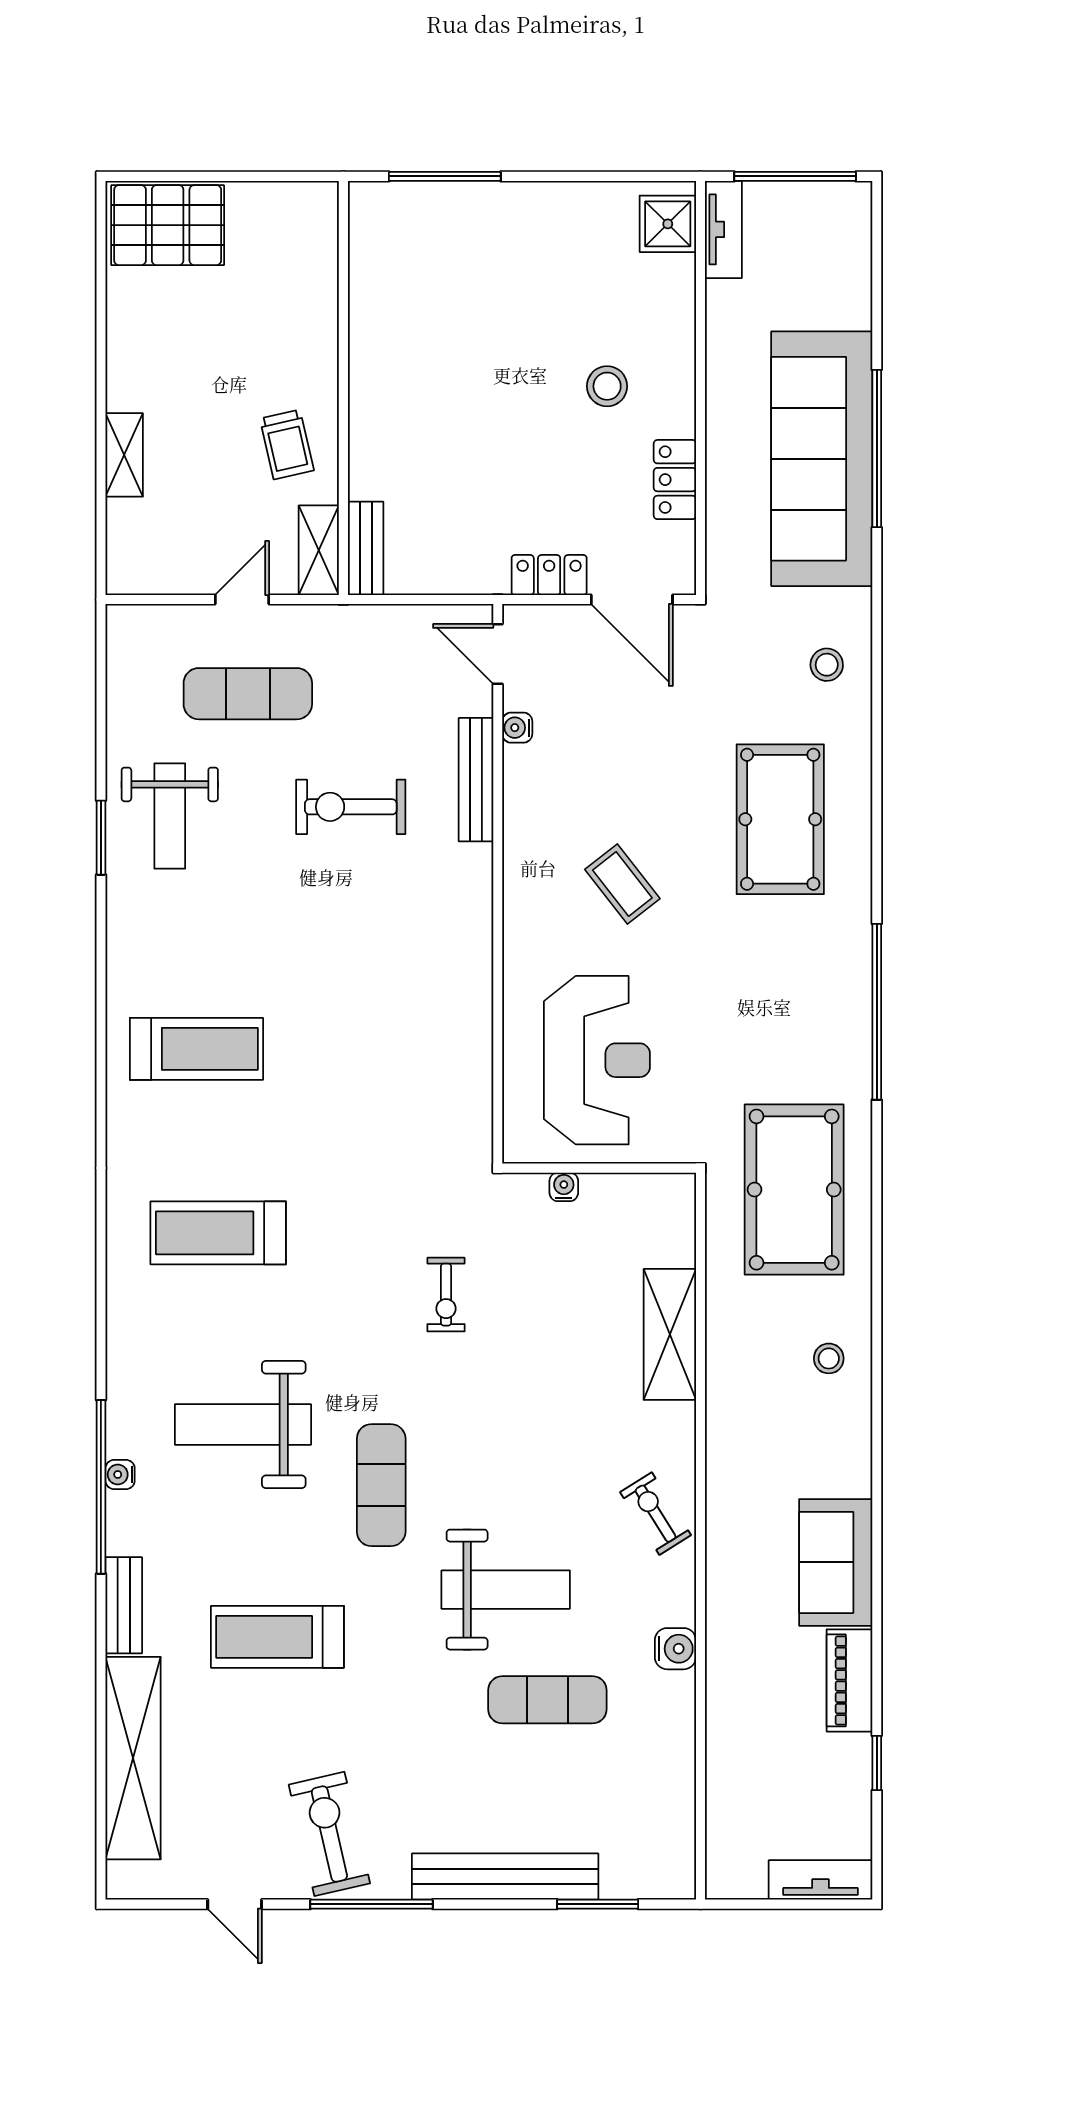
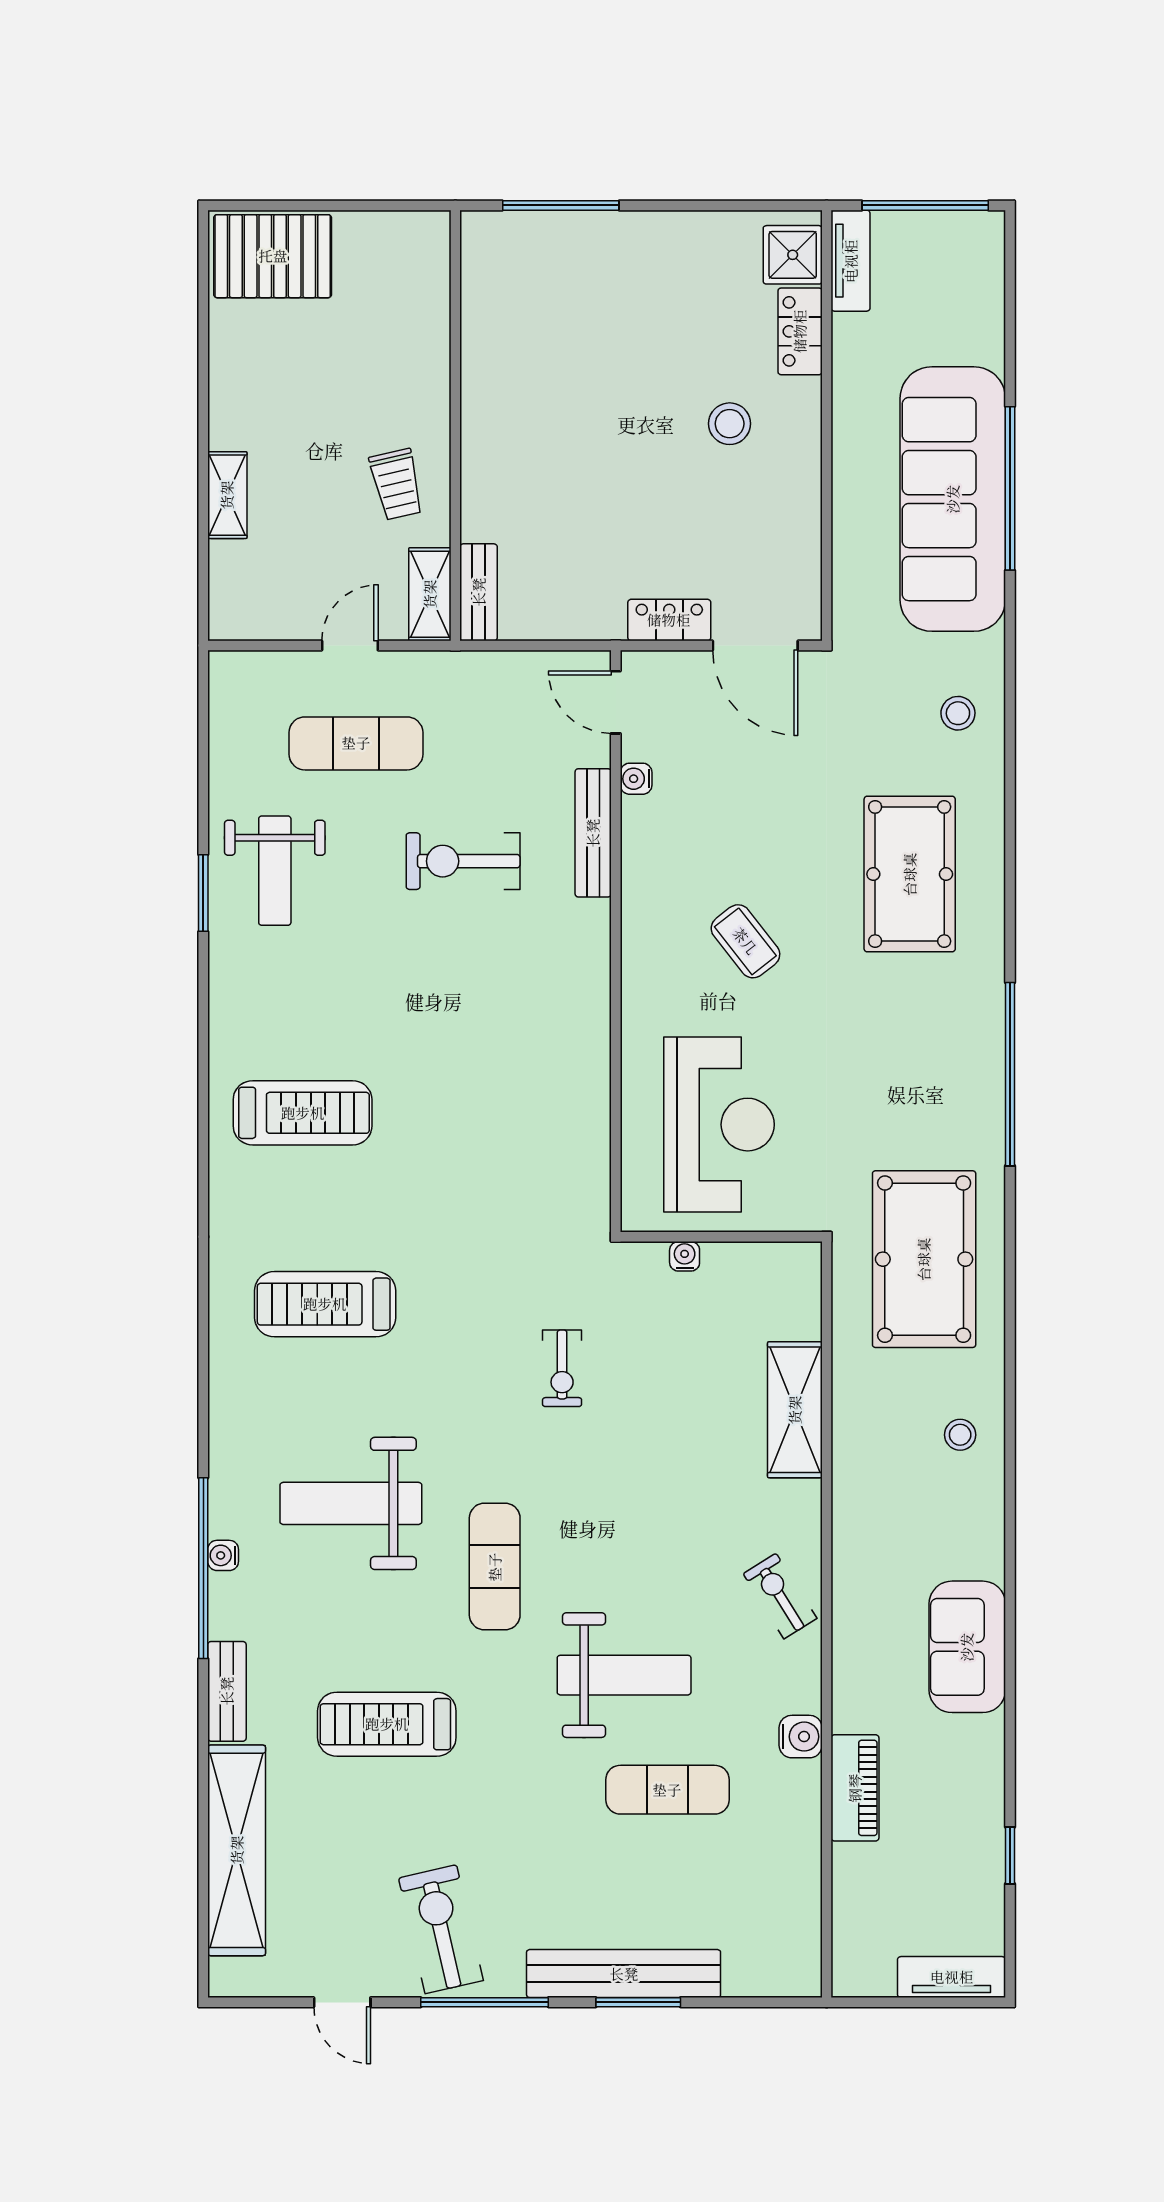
locker: (675, 480) -> (800, 331), moved
piano: (849, 1680) -> (855, 1788), moved, turned 180
window: (598, 1904) -> (638, 2002), moved

